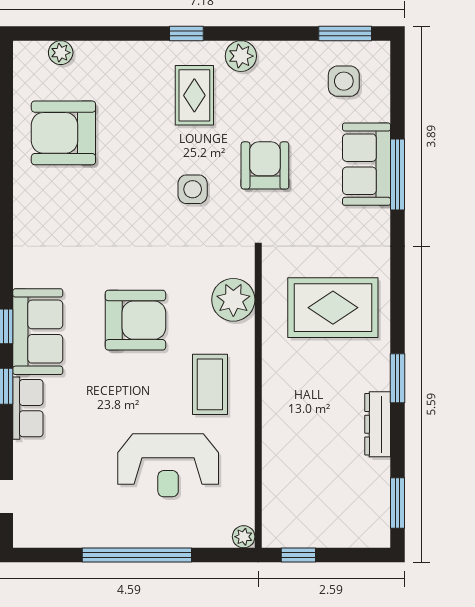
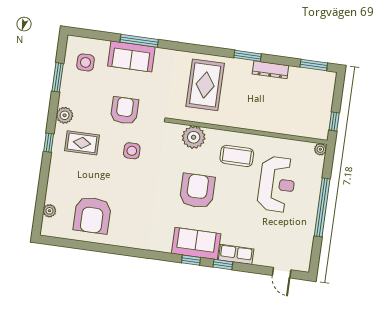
window: (345, 33) -> (58, 77), moved
armchair: (265, 165) -> (125, 111), turned 90

